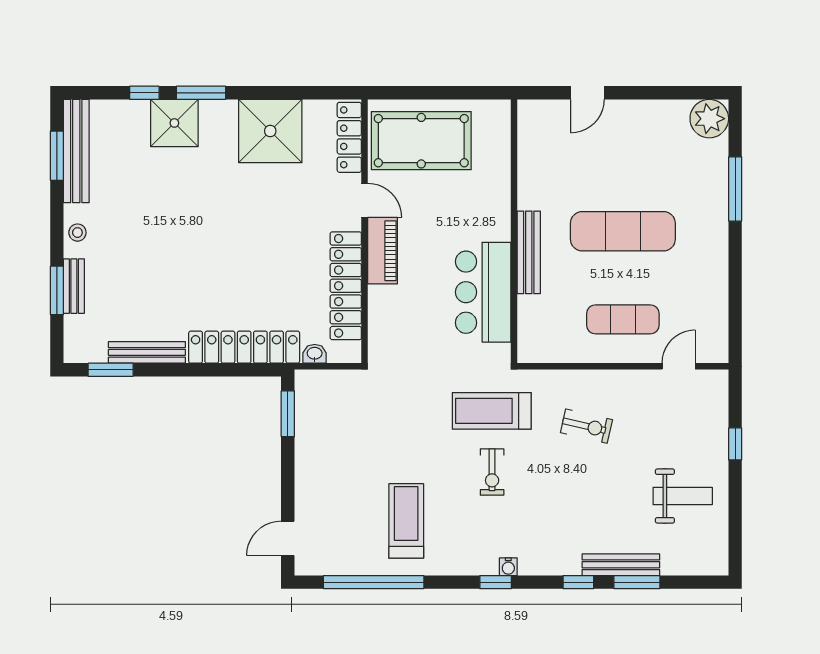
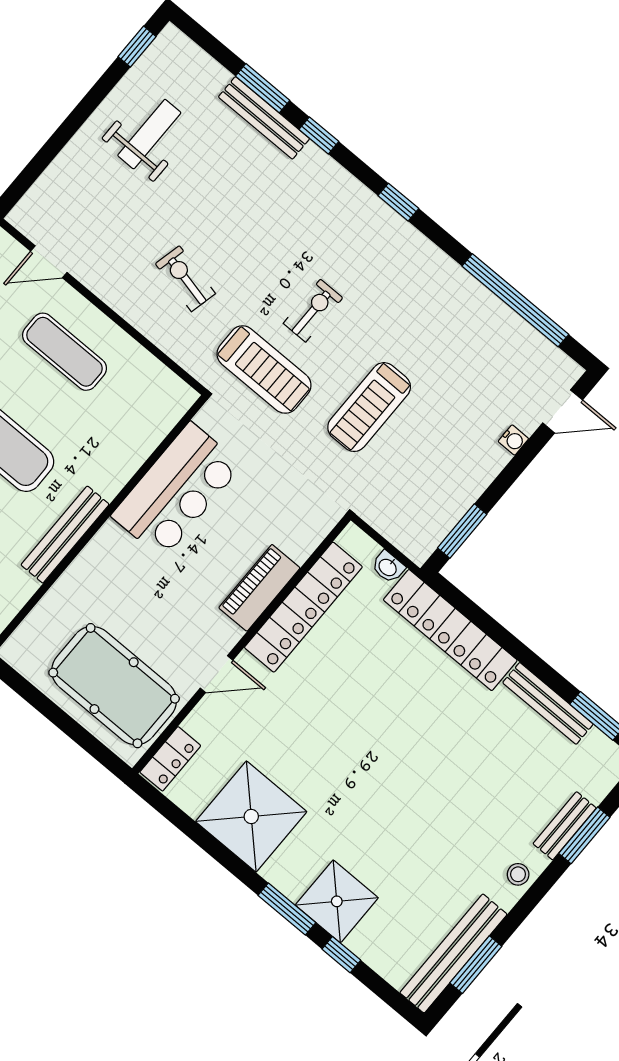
locker: (349, 137) -> (170, 759), width x0.66
door: (365, 200) -> (217, 674), swing flipped
piano: (383, 251) -> (259, 588), moved
bench: (529, 252) -> (65, 535), moved
window: (735, 444) -> (137, 47), moved
weight bench: (683, 496) -> (149, 134), turned 90
treadmill: (406, 521) -> (369, 407), moved
water cooler: (508, 567) -> (513, 440), moved, turned 90

